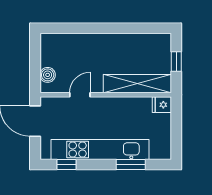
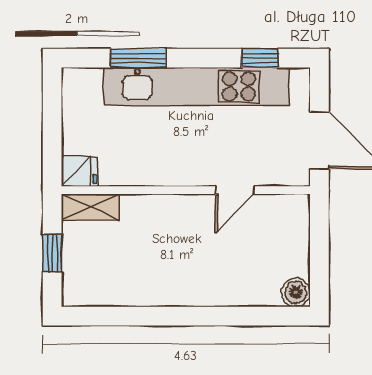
boiler: (48, 75) -> (296, 292), moved
shelving: (137, 84) -> (91, 207), width x0.45, depth x0.75

